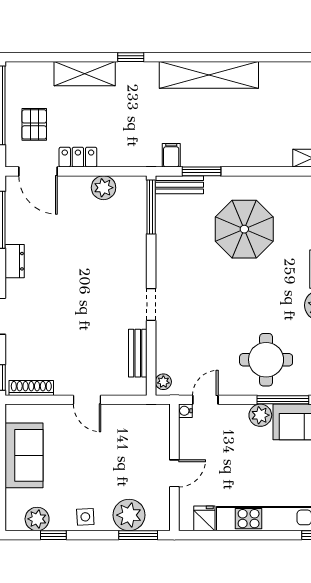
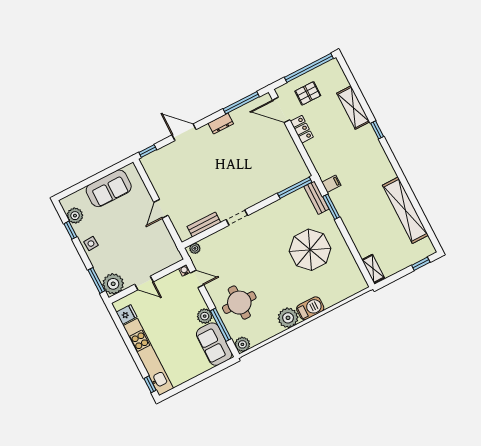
shelving: (209, 75) -> (405, 210), moved
door: (38, 171) -> (281, 110), hinge flipped
plant: (104, 188) -> (292, 154), removed
shoe rack: (31, 388) -> (151, 172), removed
plant: (129, 515) -> (113, 284), moved

